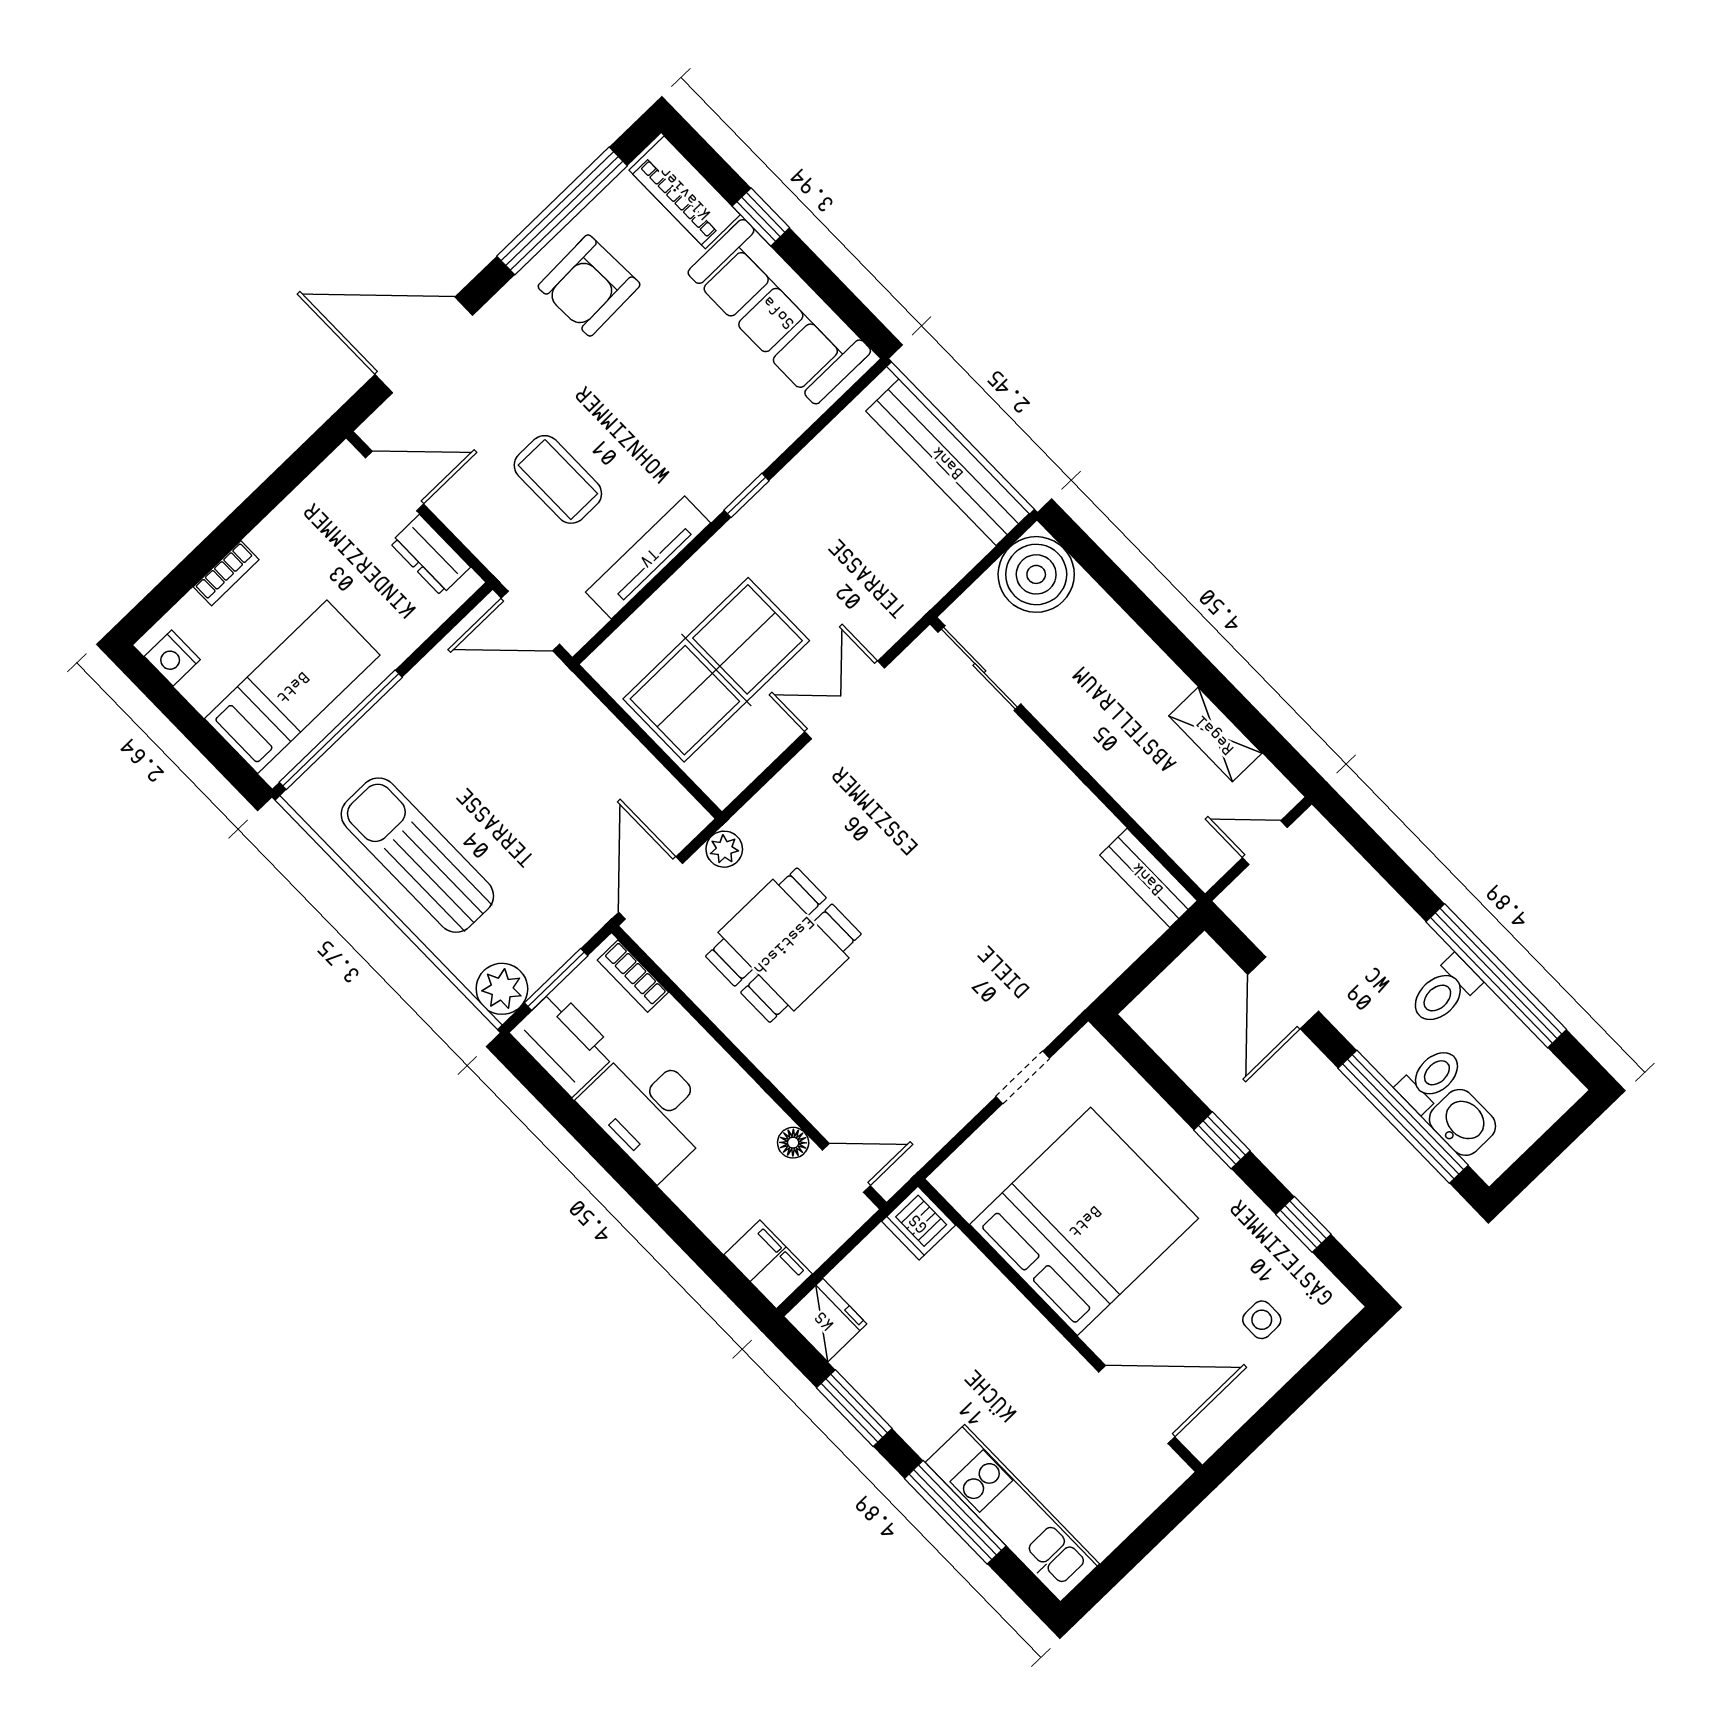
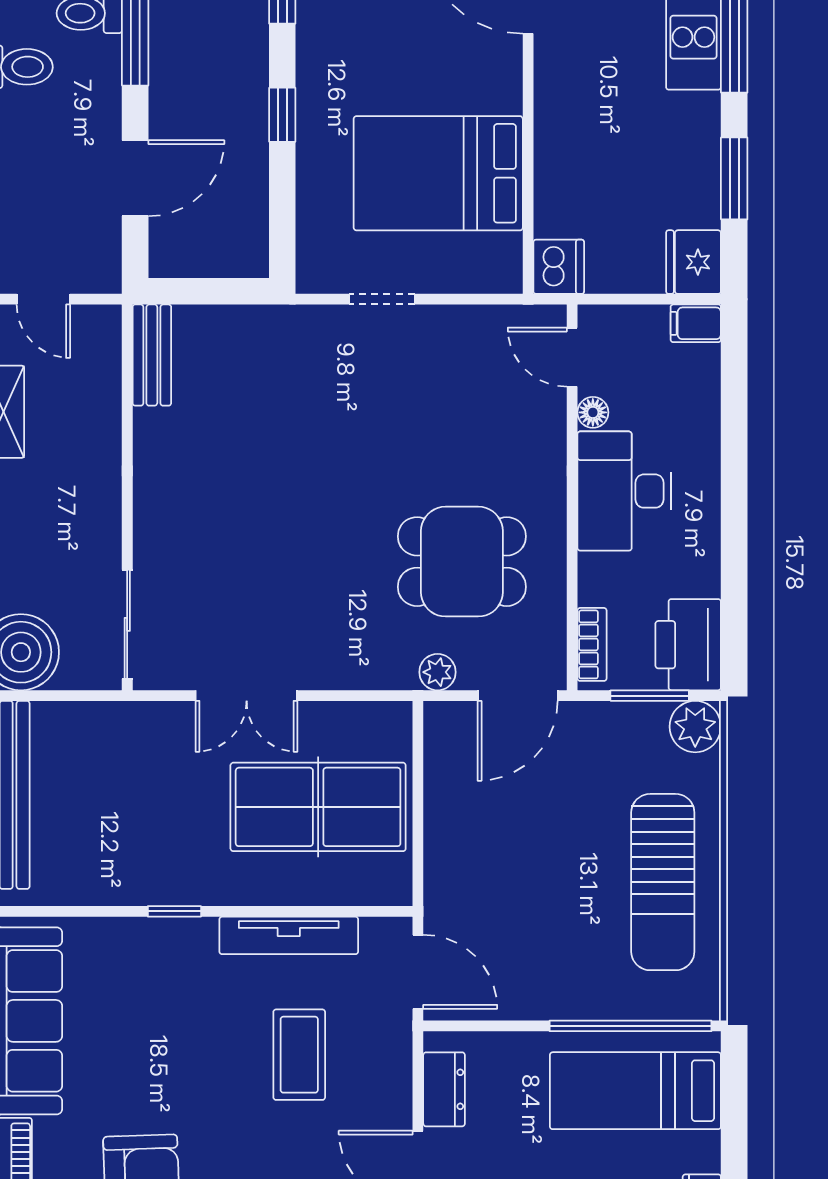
desk: (649, 1111) -> (624, 491), moved, turned 180
bed: (1084, 1221) -> (438, 173), width x0.73
filing cabinet: (768, 1264) -> (696, 323), width x0.50

